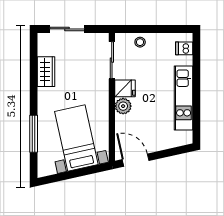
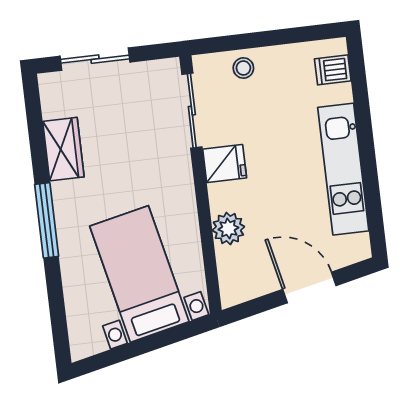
plant: (123, 106) -> (228, 228), moved
window: (34, 134) -> (47, 220), moved
door: (136, 160) -> (309, 287), moved

